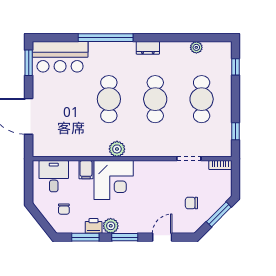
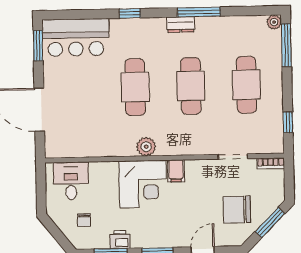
window: (106, 38) -> (130, 13), width x0.32
window: (163, 38) -> (199, 12), added
plant: (196, 47) -> (274, 22), moved
window: (235, 67) -> (286, 45), width x2.17
filing cabinet: (86, 170) -> (176, 171), moved
chair: (191, 203) -> (237, 210), width x1.87, depth x1.87
plant: (111, 226) -> (141, 239), removed

